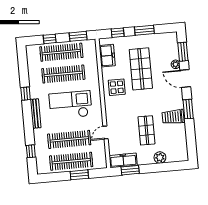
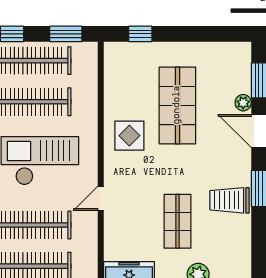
window: (144, 30) -> (191, 34), removed
freezer: (107, 56) -> (117, 75), removed
door: (106, 133) -> (101, 198), moved

